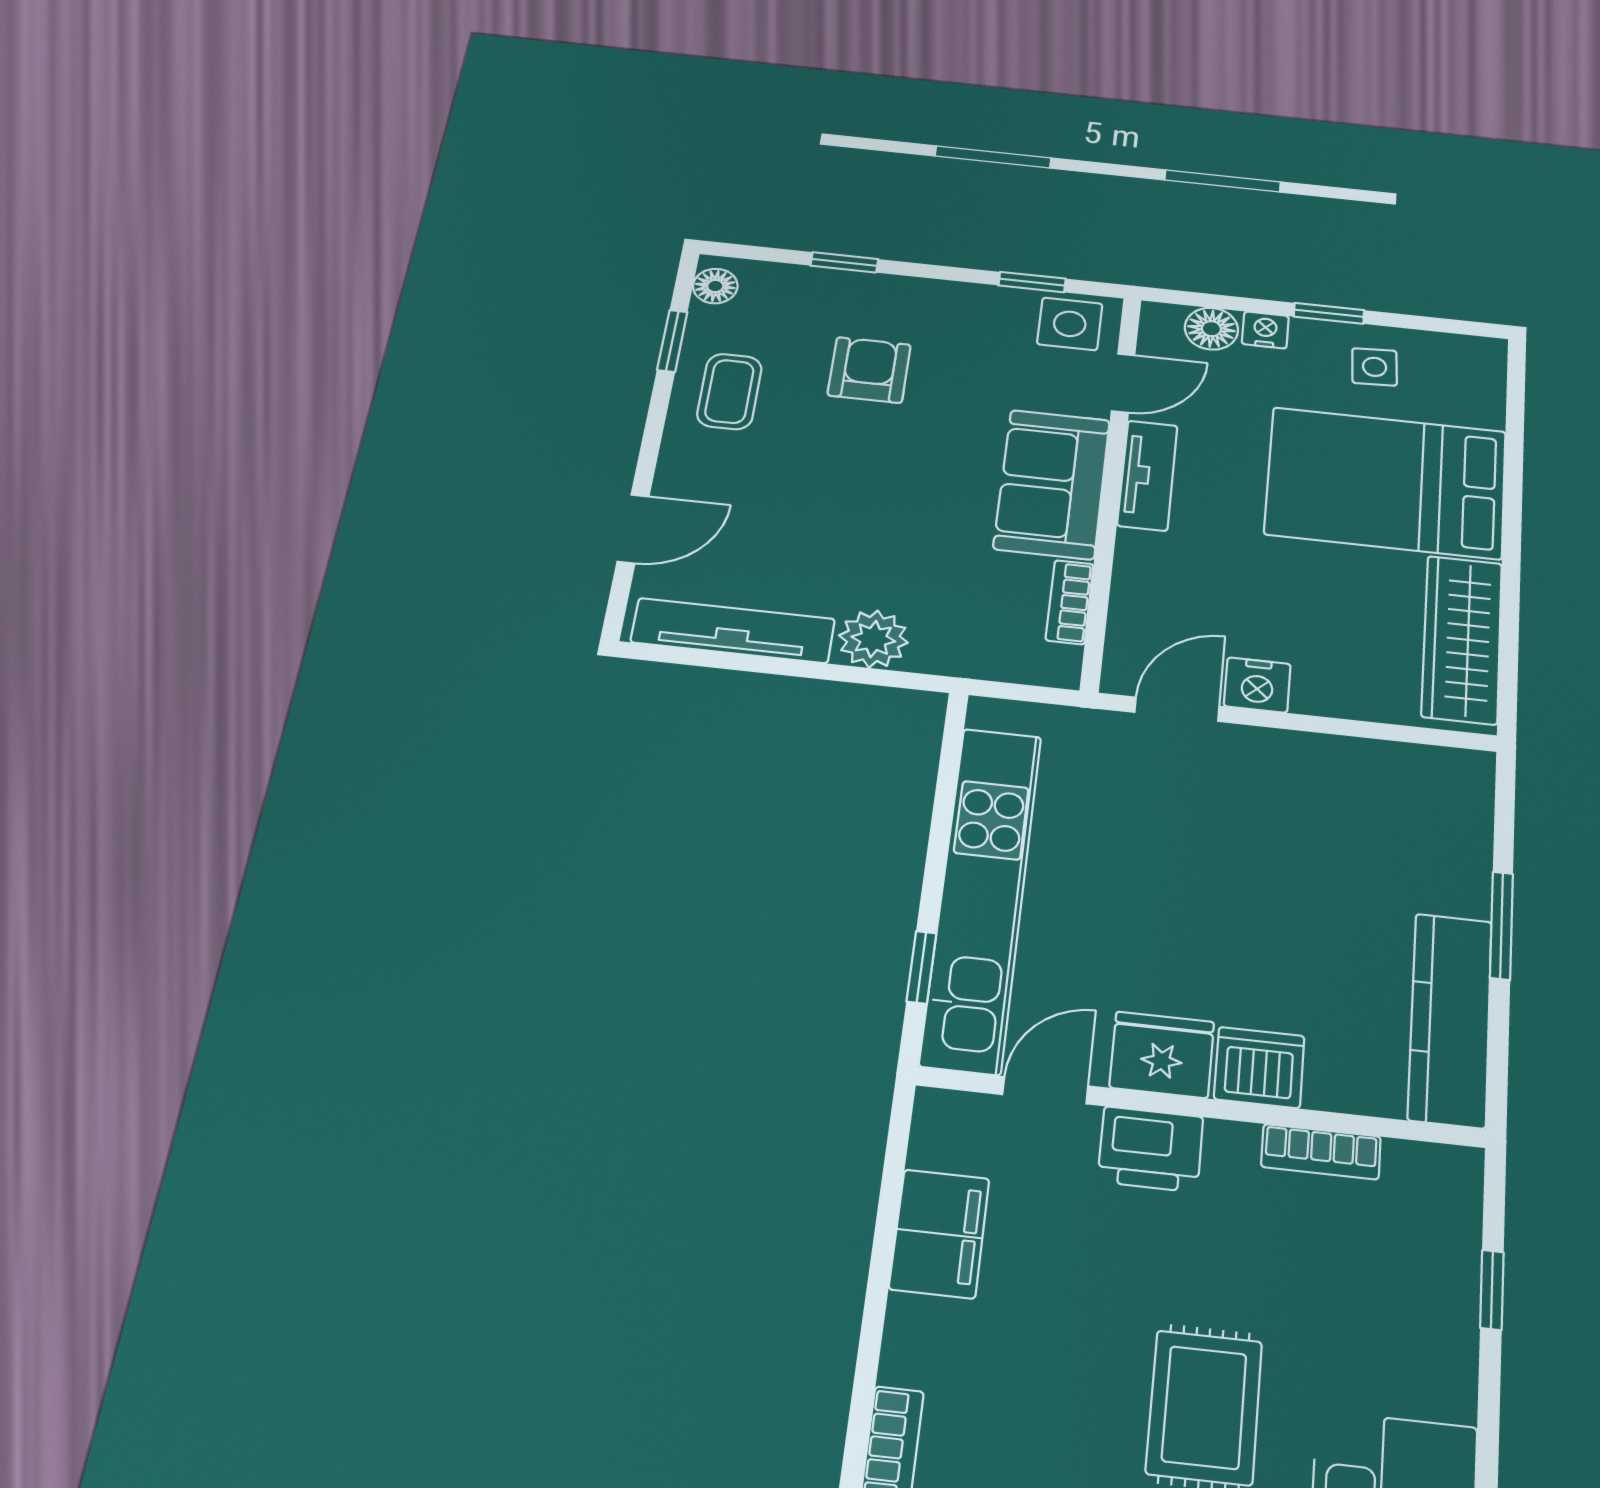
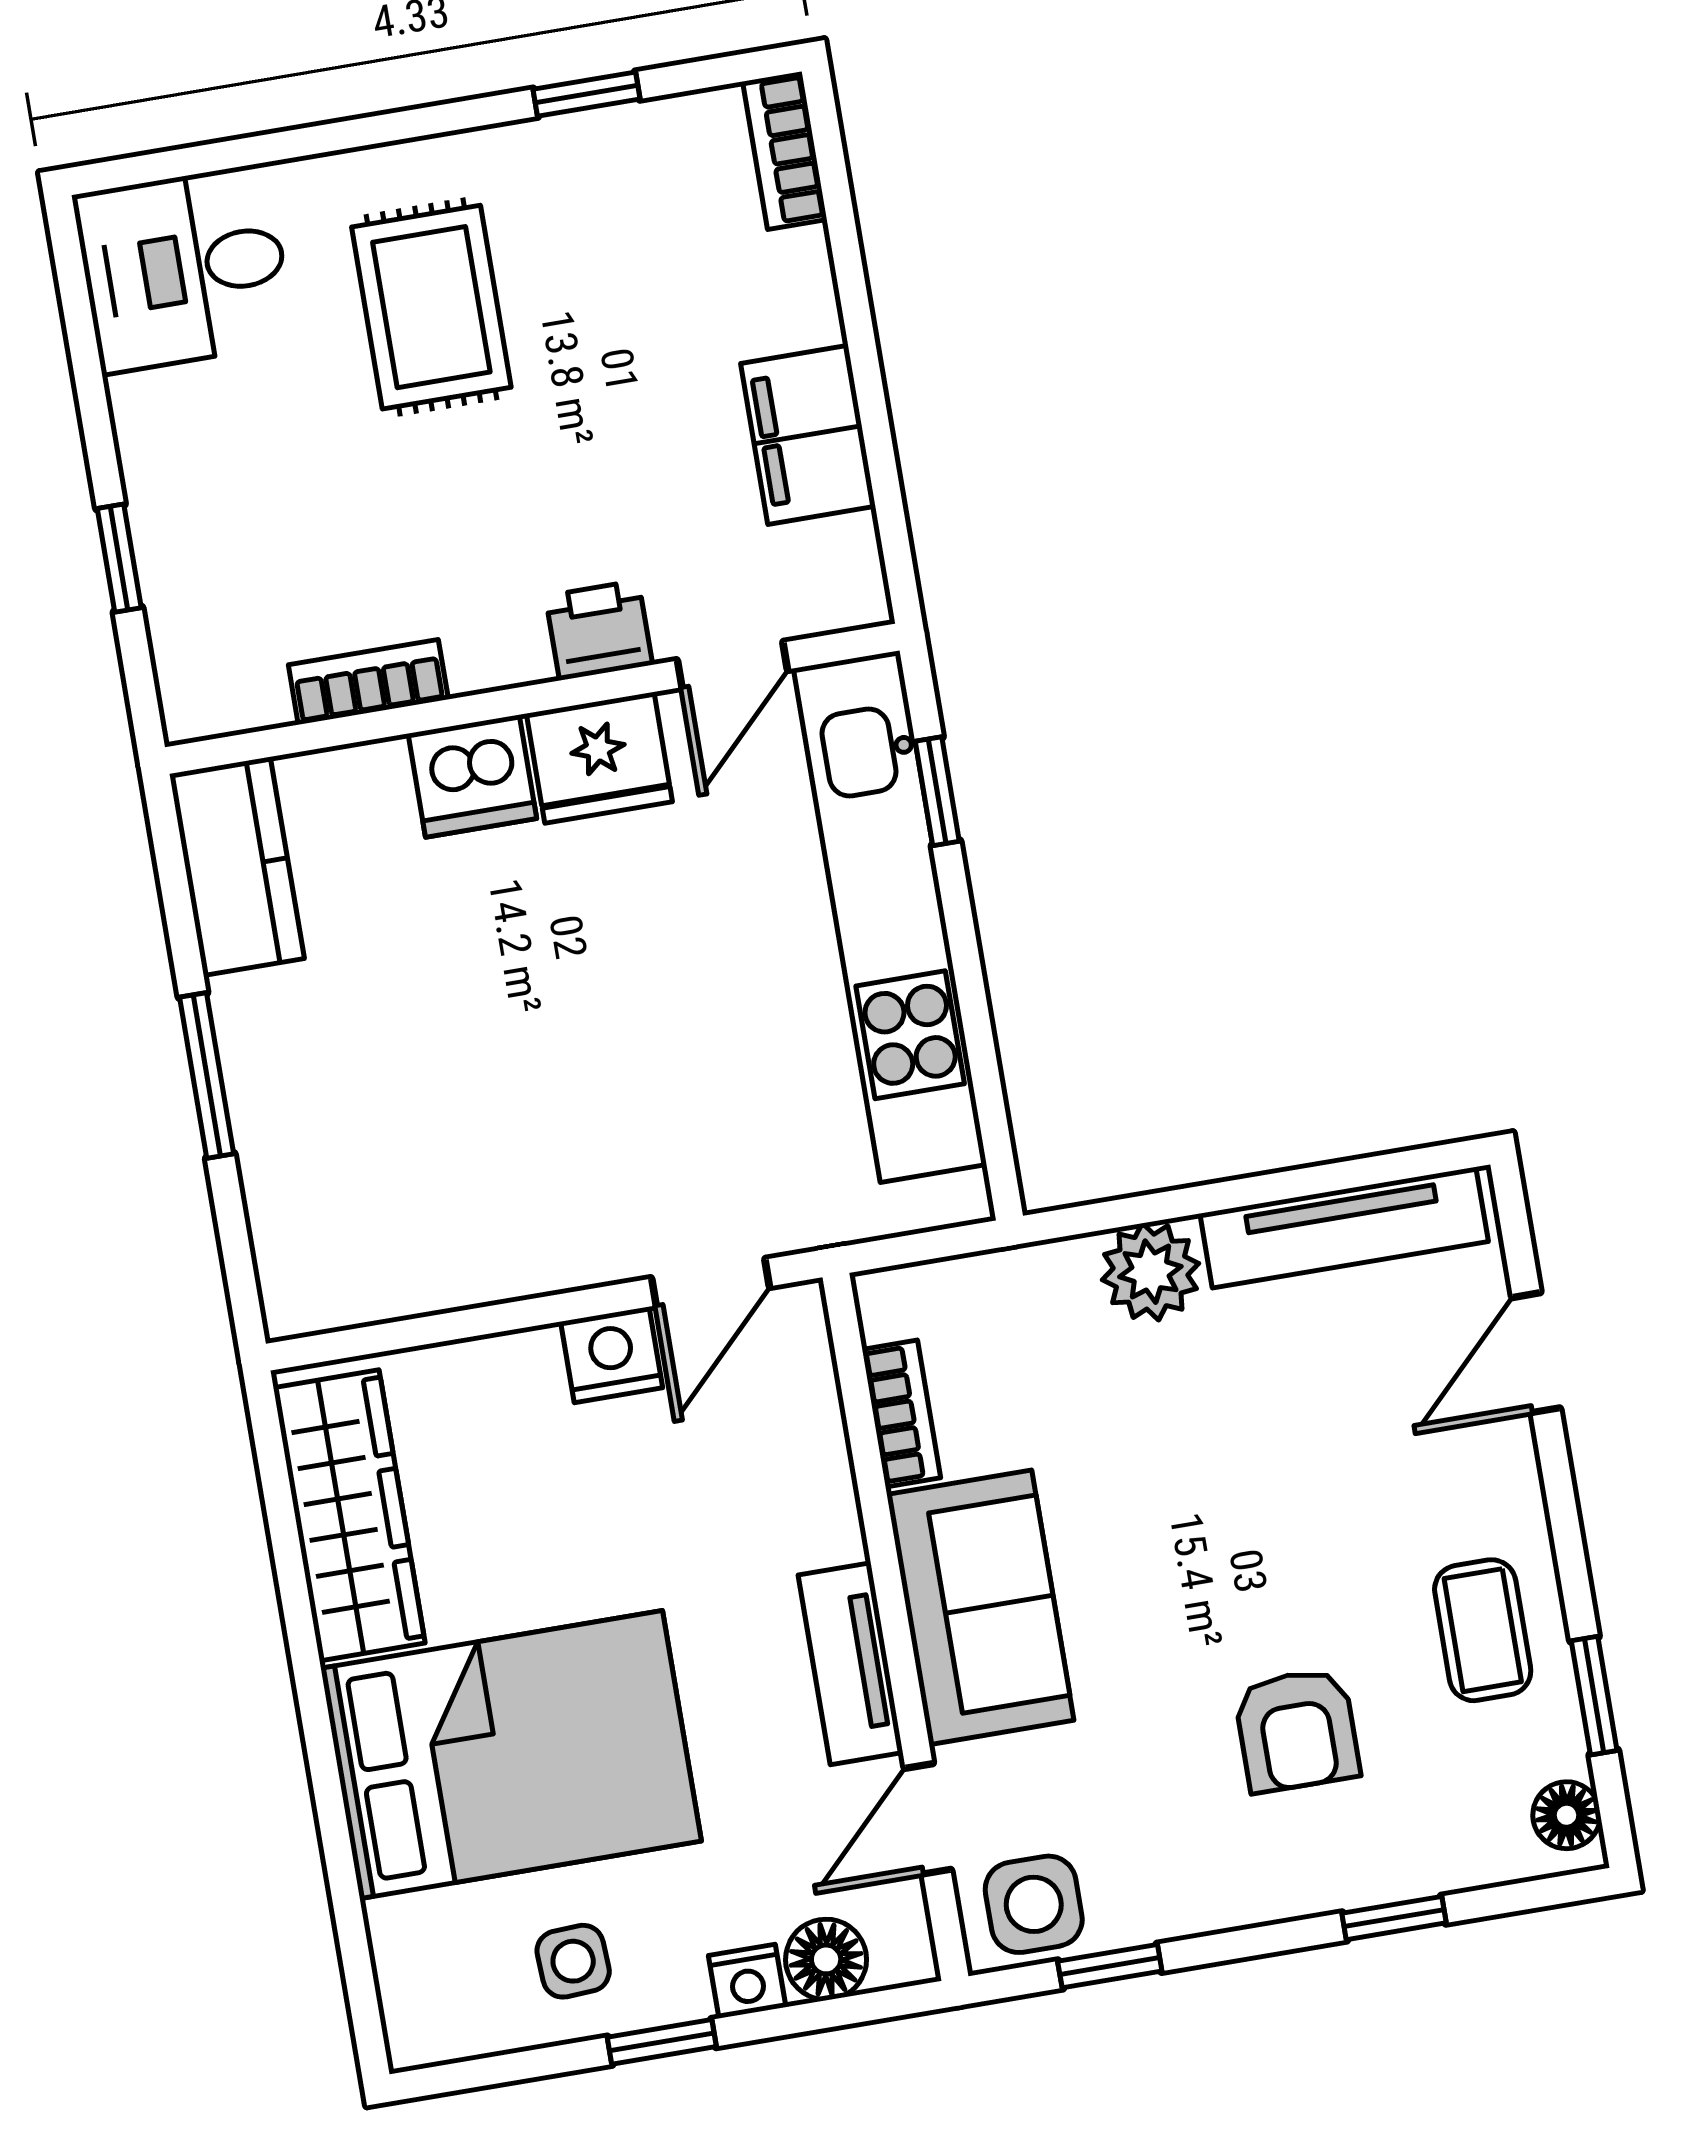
kitchen counter: (1450, 1019) -> (237, 866), width x0.67
printer: (1151, 1149) -> (599, 630), width x0.73, depth x0.81

